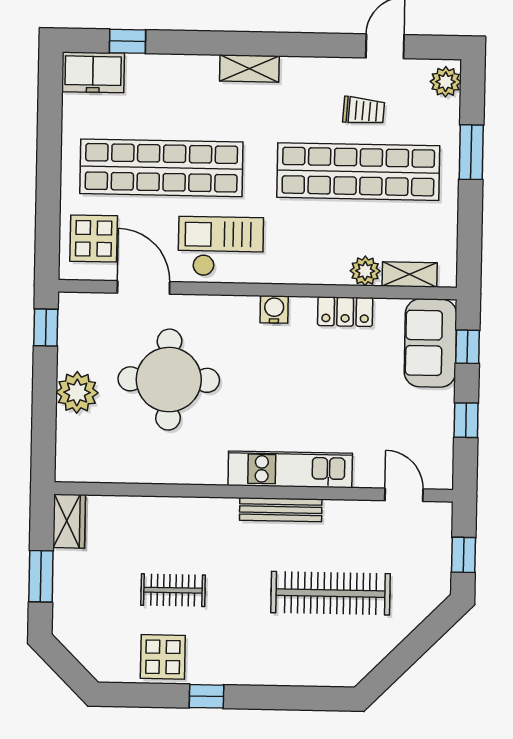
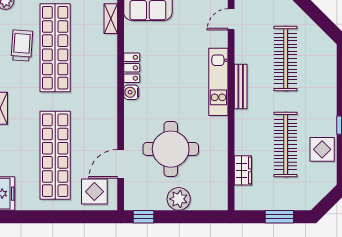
trolley: (364, 111) -> (22, 45), width x1.36, depth x1.39
checkout: (221, 246) -> (97, 122), removed
plant: (365, 271) -> (109, 43), removed
locker: (345, 312) -> (132, 68), moved
wardrobe: (69, 521) -> (243, 170), moved, turned 90
clothes rail: (173, 590) -> (286, 144), width x1.86, depth x1.31

